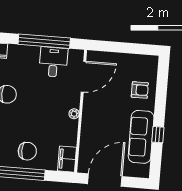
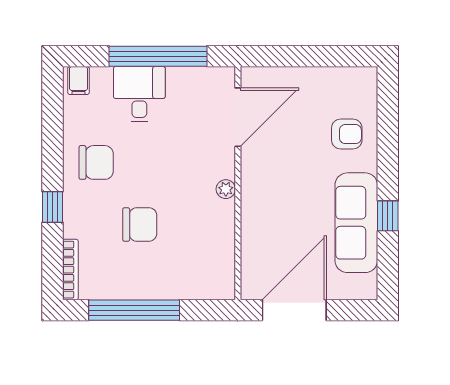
desk: (53, 62) -> (139, 94), moved
chair: (27, 151) -> (140, 224), moved
filing cabinet: (67, 159) -> (219, 276), removed

